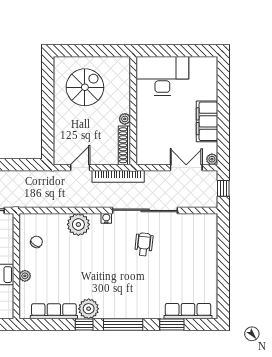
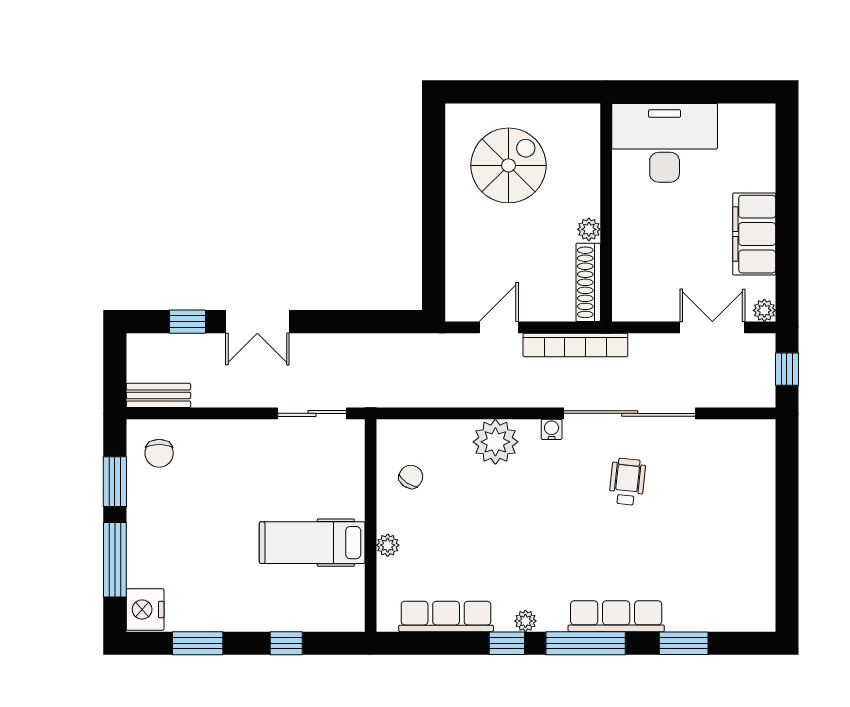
plant: (89, 309) -> (525, 621), width x0.53, depth x0.53
row of seats: (188, 311) -> (616, 616), moved

